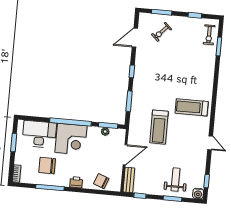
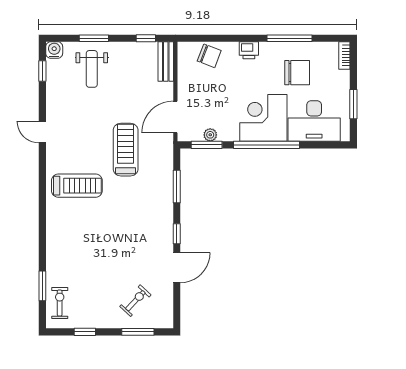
door: (135, 38) -> (177, 268), moved
door: (125, 155) -> (175, 117), moved

